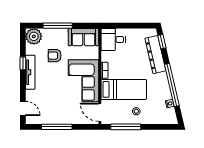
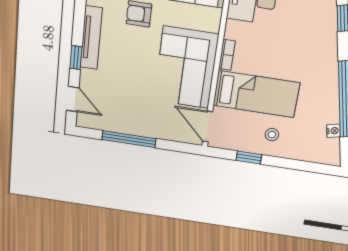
dresser: (155, 55) -> (326, 41), removed
window: (23, 63) -> (76, 58), moved
window: (126, 127) -> (249, 158), width x0.46

